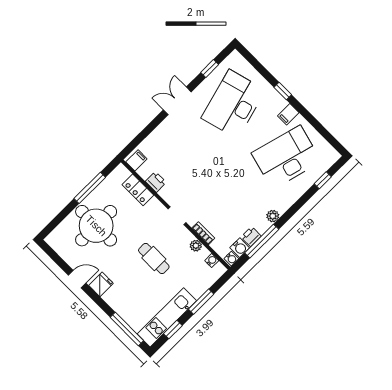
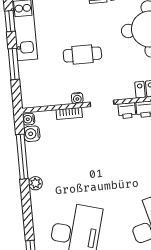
printer: (251, 237) -> (127, 111), moved, turned 90
plant: (196, 246) -> (64, 98), removed
water cooler: (212, 261) -> (77, 98), moved

